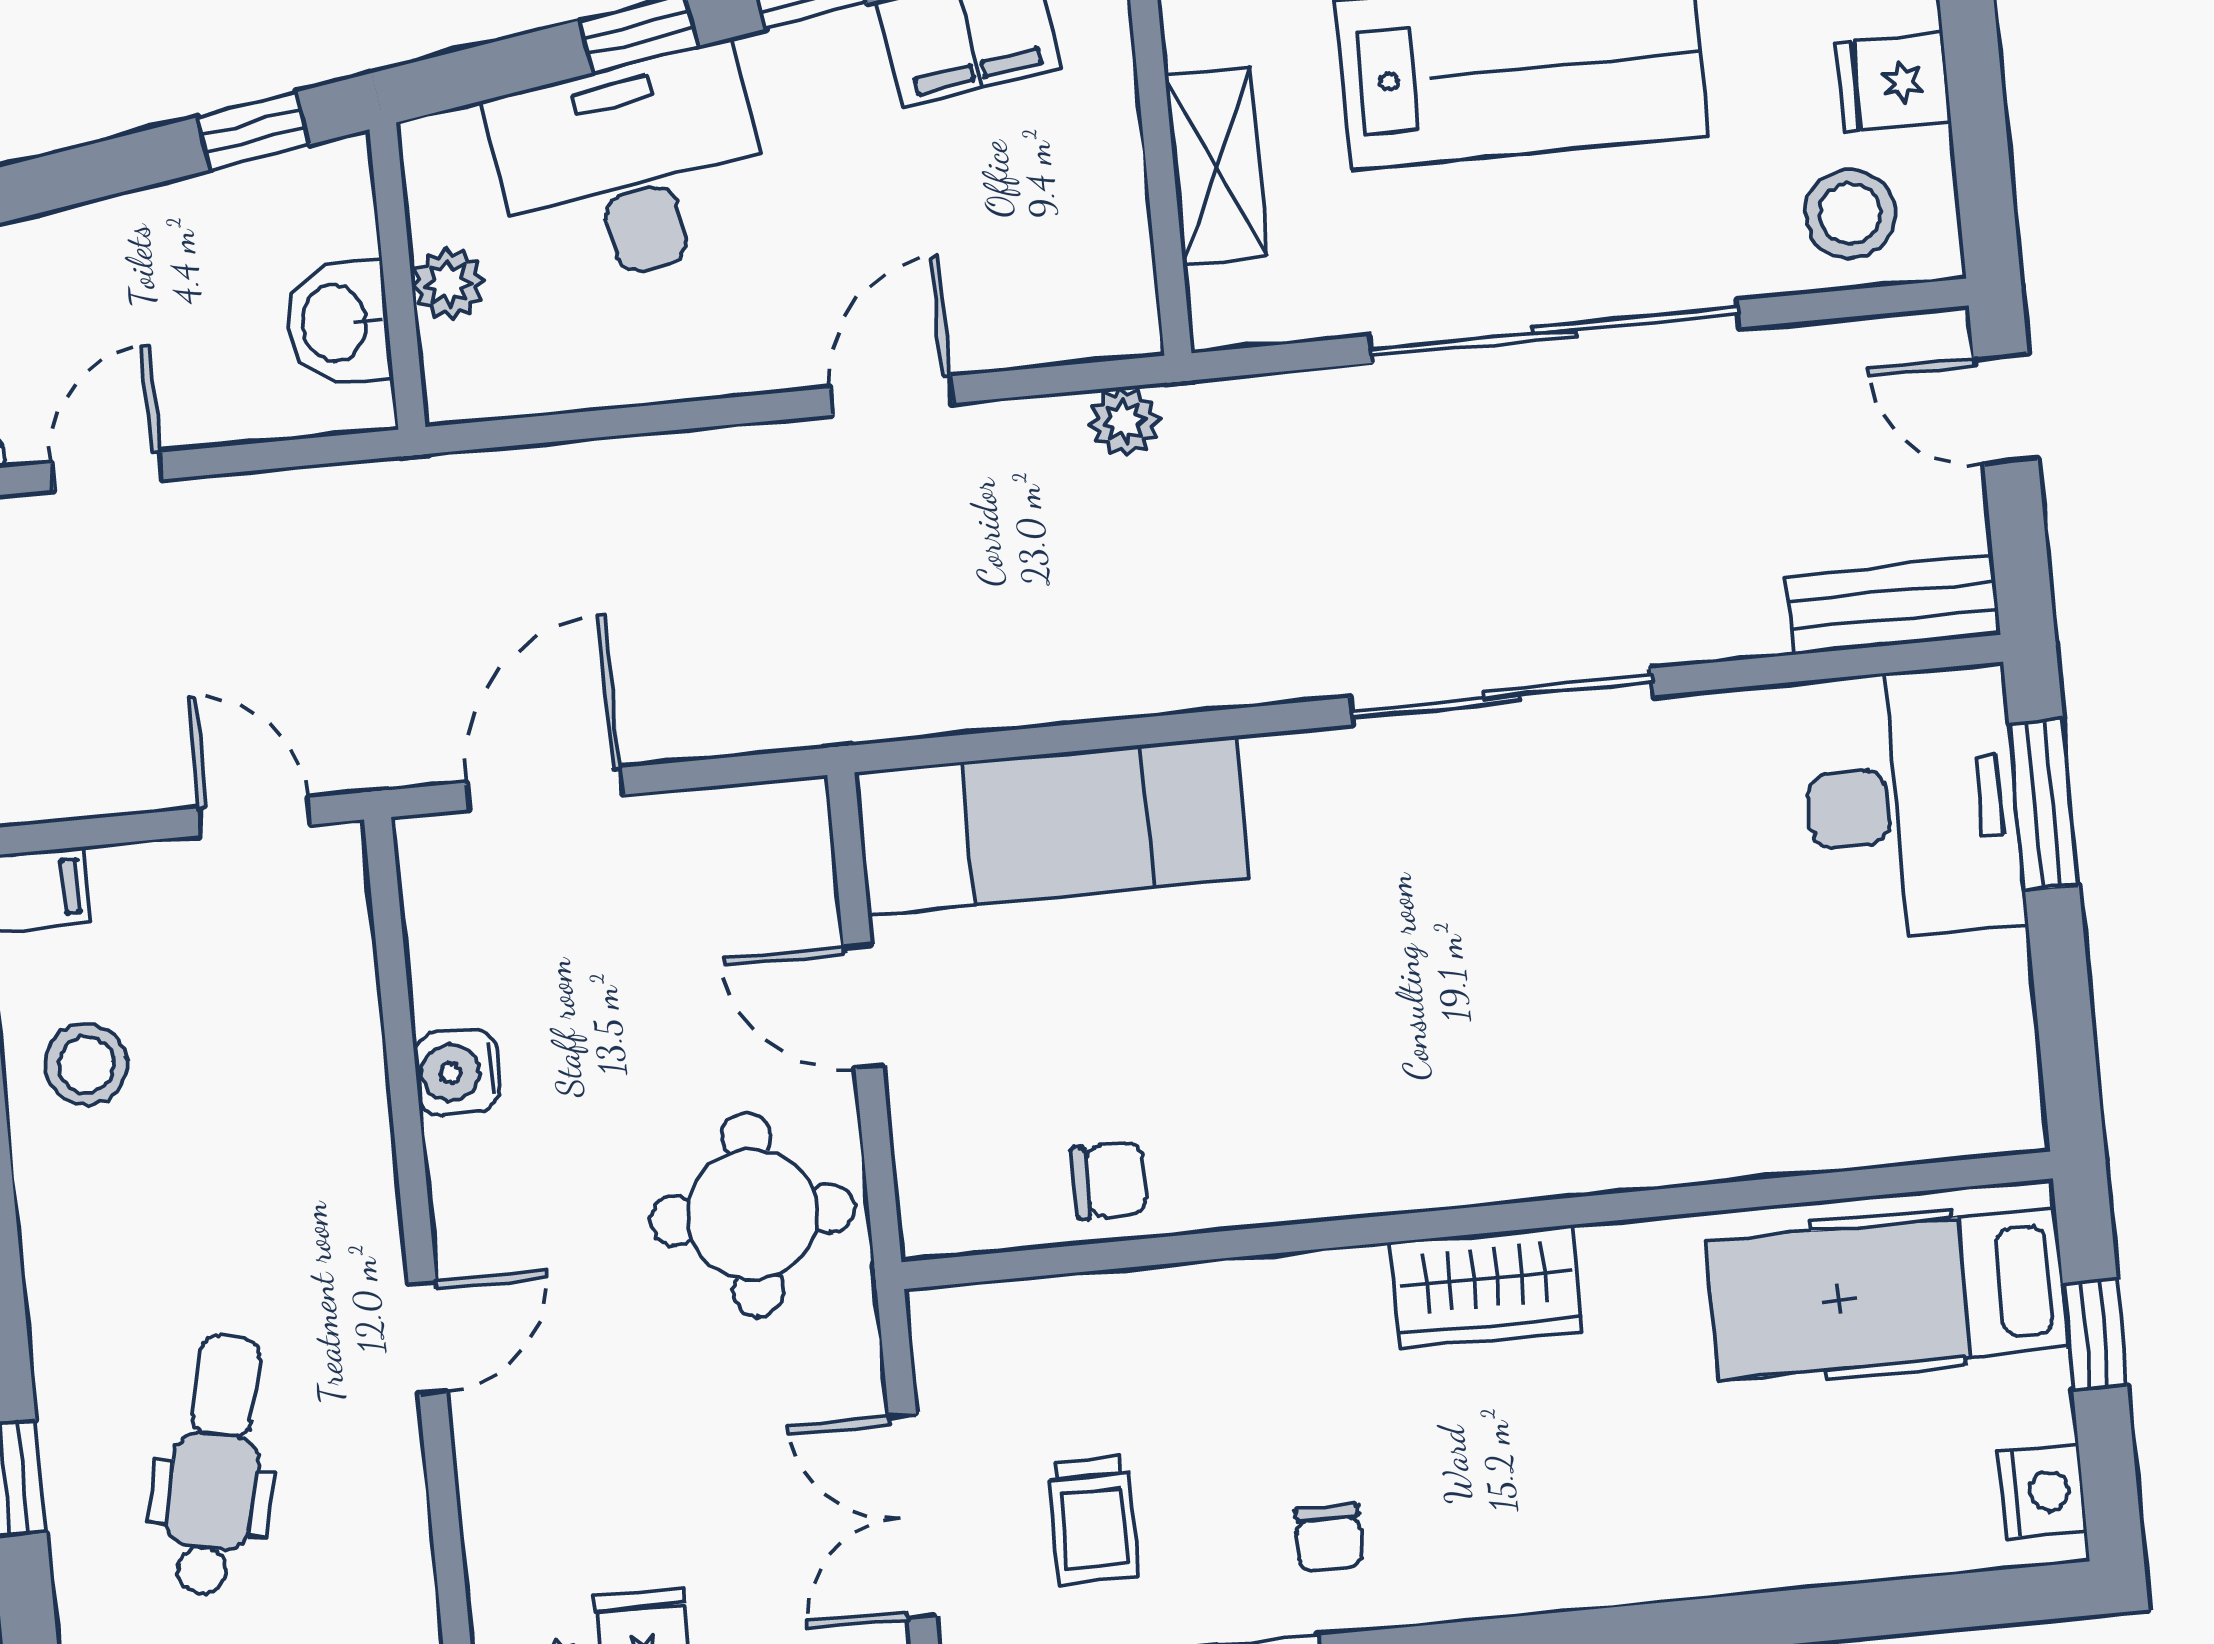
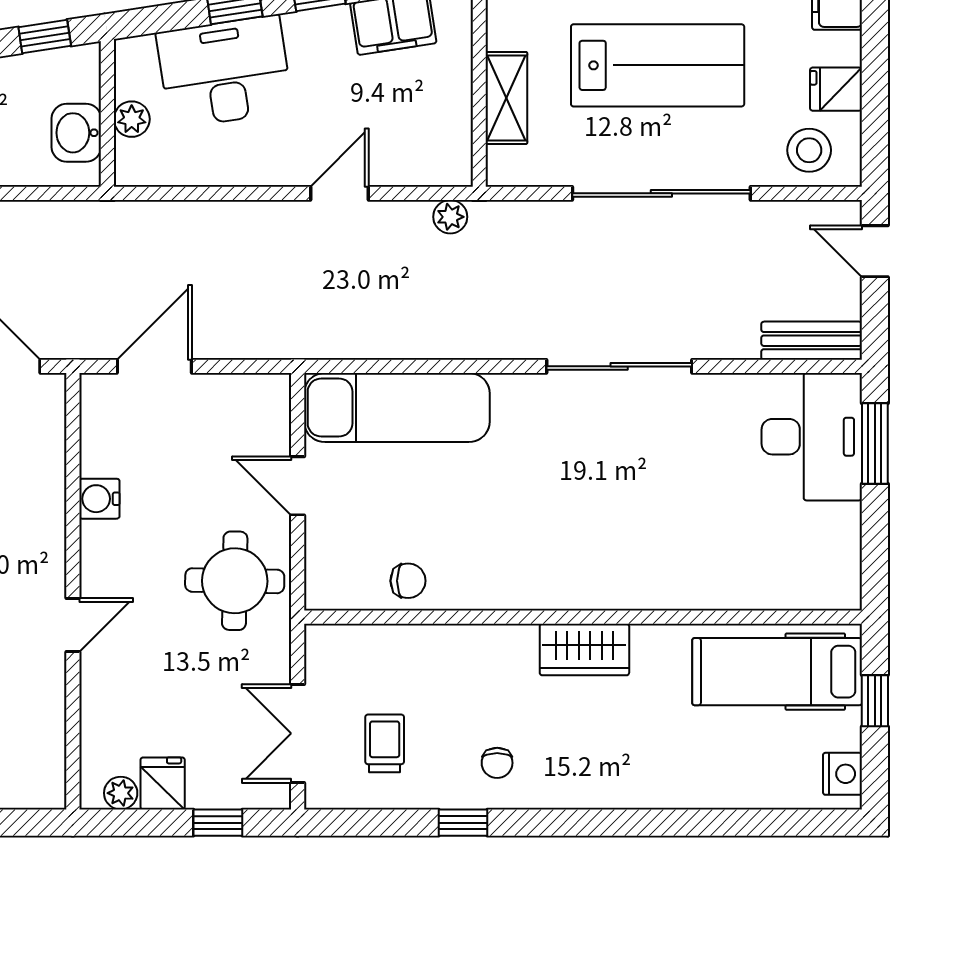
trolley: (1093, 1520) -> (385, 743), turned 180

